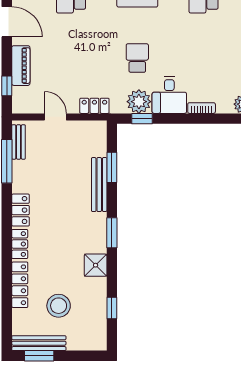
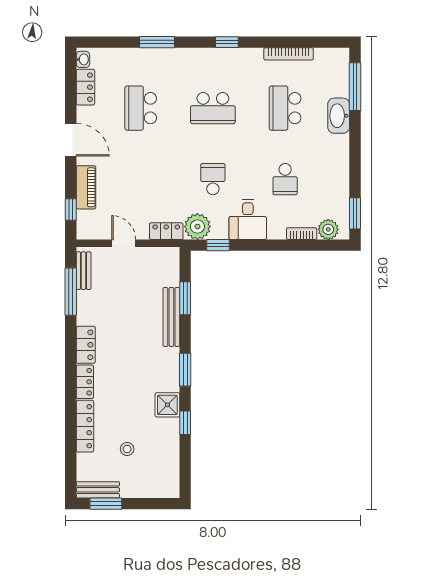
school desk: (204, 58) -> (285, 179), added
plant: (139, 102) -> (197, 227), moved
bookcase: (202, 108) -> (302, 234), moved
stool: (59, 306) -> (127, 449), width x0.53, depth x0.53
window: (112, 308) -> (185, 423), moved
bench: (39, 343) -> (98, 490), width x0.73

